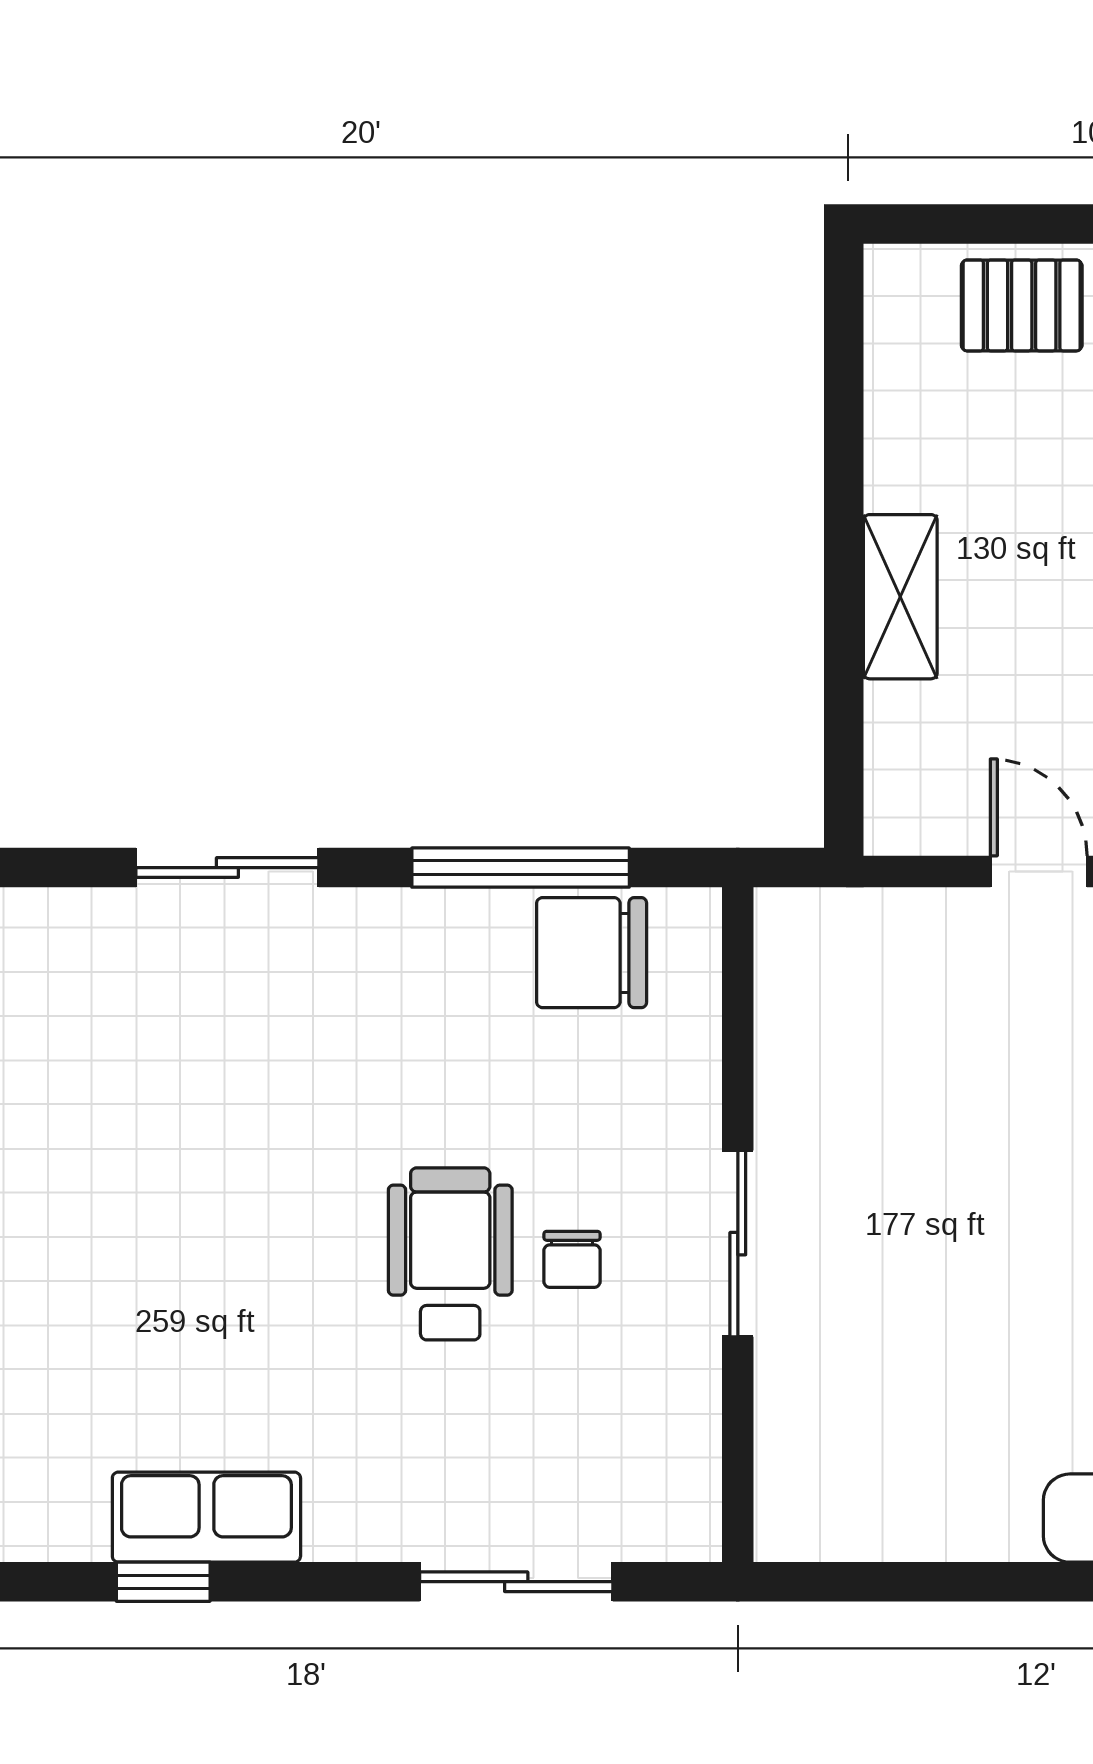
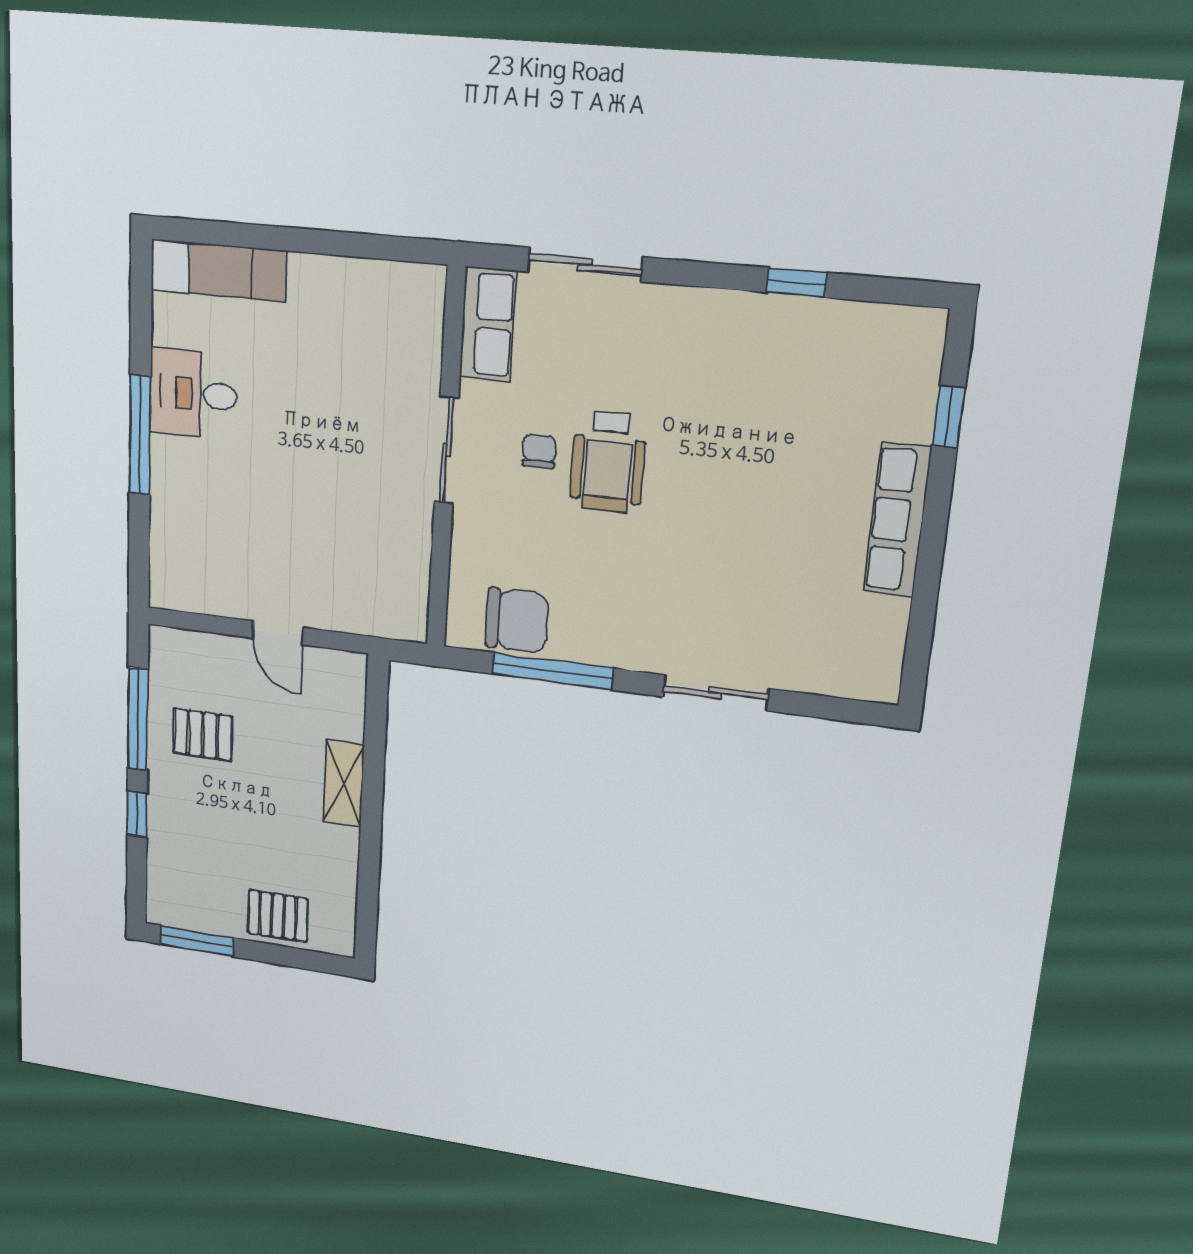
row of seats: (206, 1517) -> (488, 324), moved, turned -90

